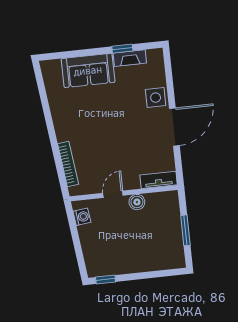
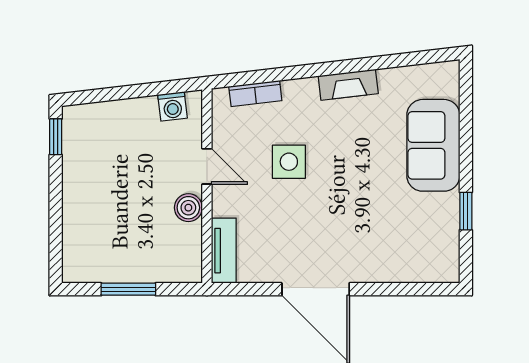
fireplace: (130, 58) -> (348, 85), moved, turned -97
side table: (156, 98) -> (289, 162), moved
bookcase: (68, 164) -> (255, 93), width x0.64

